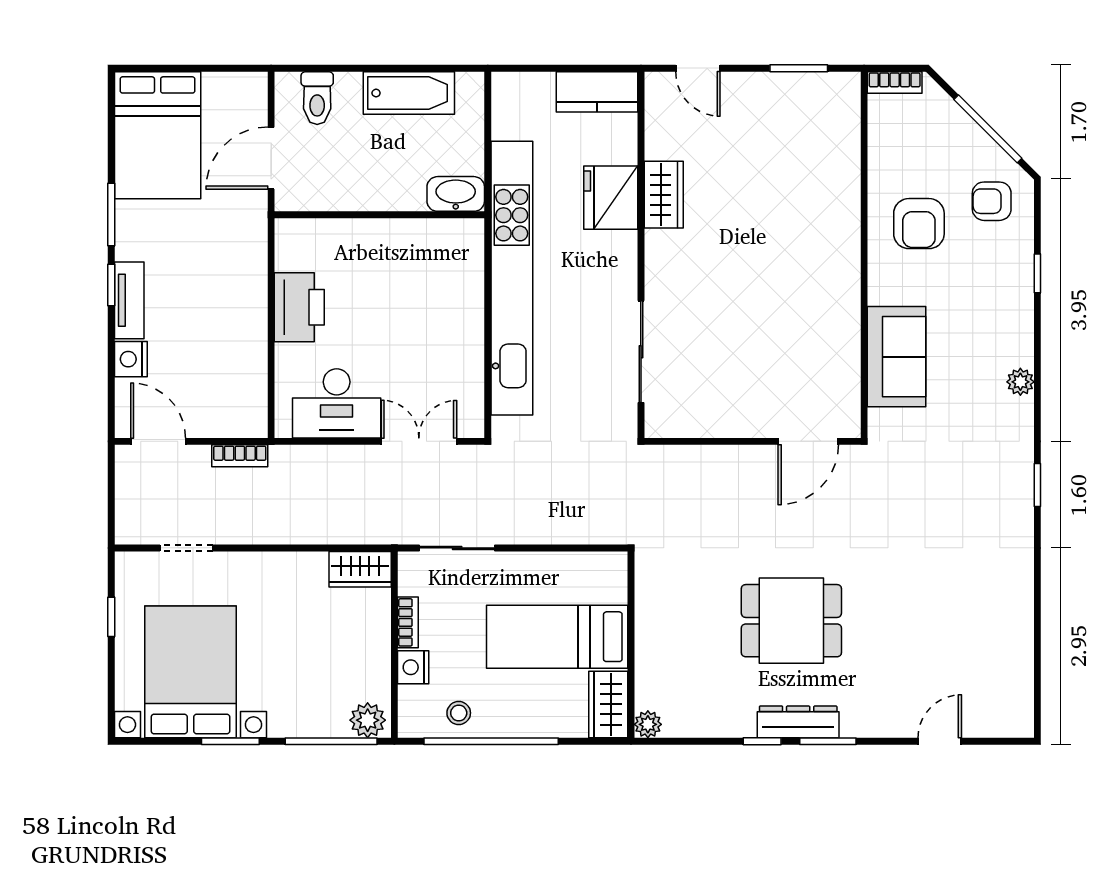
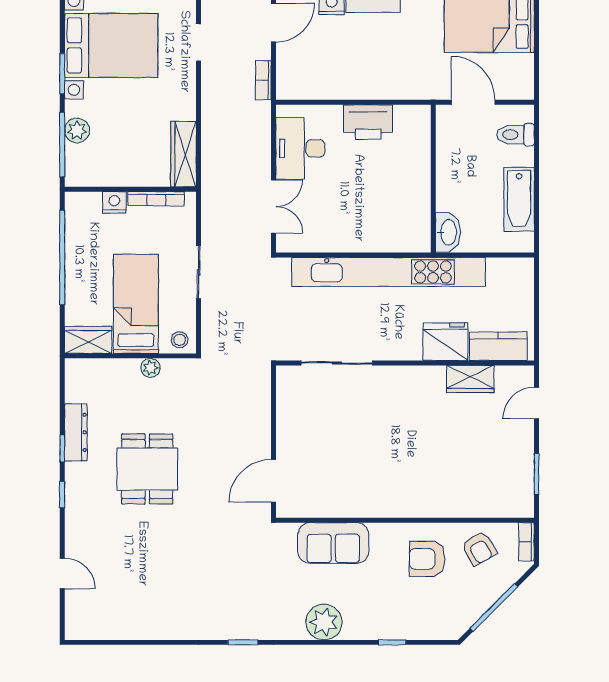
kitchen counter: (597, 92) -> (498, 346), moved, turned 90
wardrobe: (664, 195) -> (470, 379), moved
armchair: (992, 201) -> (479, 549), moved, turned 150
plant: (1020, 382) -> (324, 622), width x1.88, depth x1.88
door: (808, 441) -> (274, 481), hinge flipped
sliding door: (457, 548) -> (198, 272), moved
wardrobe: (360, 569) -> (183, 154), width x1.50
bookcase: (408, 622) -> (156, 199), width x1.56
stool: (459, 713) -> (180, 340), moved
plant: (368, 720) -> (77, 130), moved
dresser: (798, 722) -> (76, 432), moved
plant: (648, 724) -> (150, 368), moved
window: (828, 741) -> (62, 495), width x0.67

